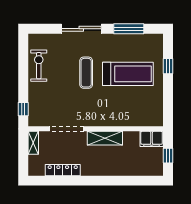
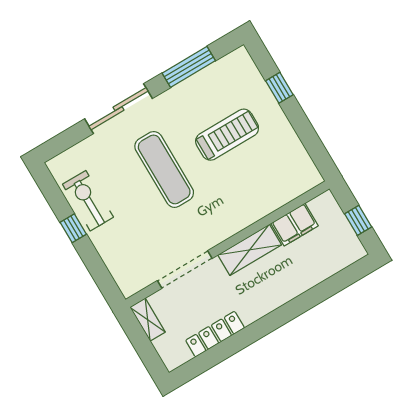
exercise mat: (86, 73) -> (164, 169), width x1.36, depth x1.45
treadmill: (128, 74) -> (227, 135), width x0.73, depth x0.73
window: (23, 109) -> (73, 228), moved
filing cabinet: (152, 139) -> (295, 225), moved

